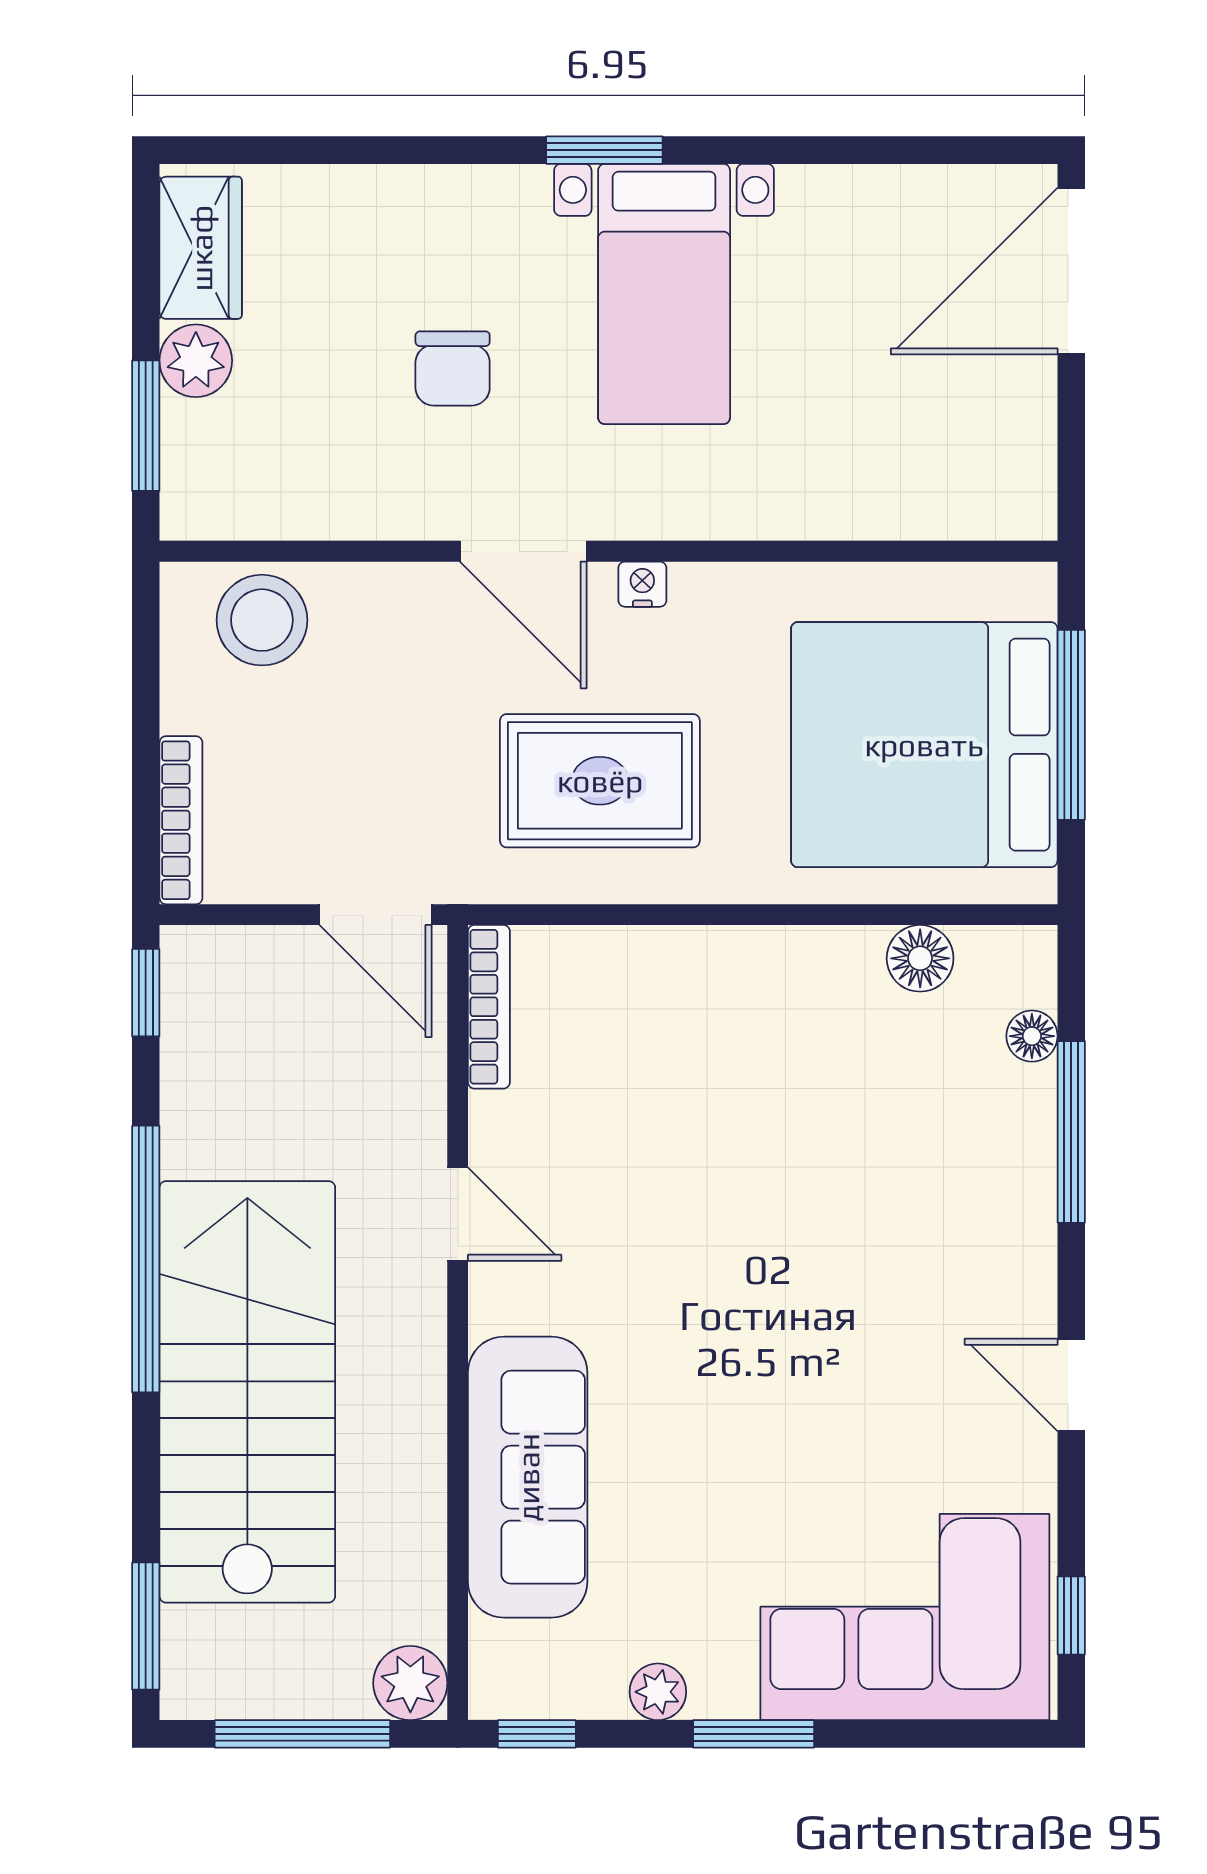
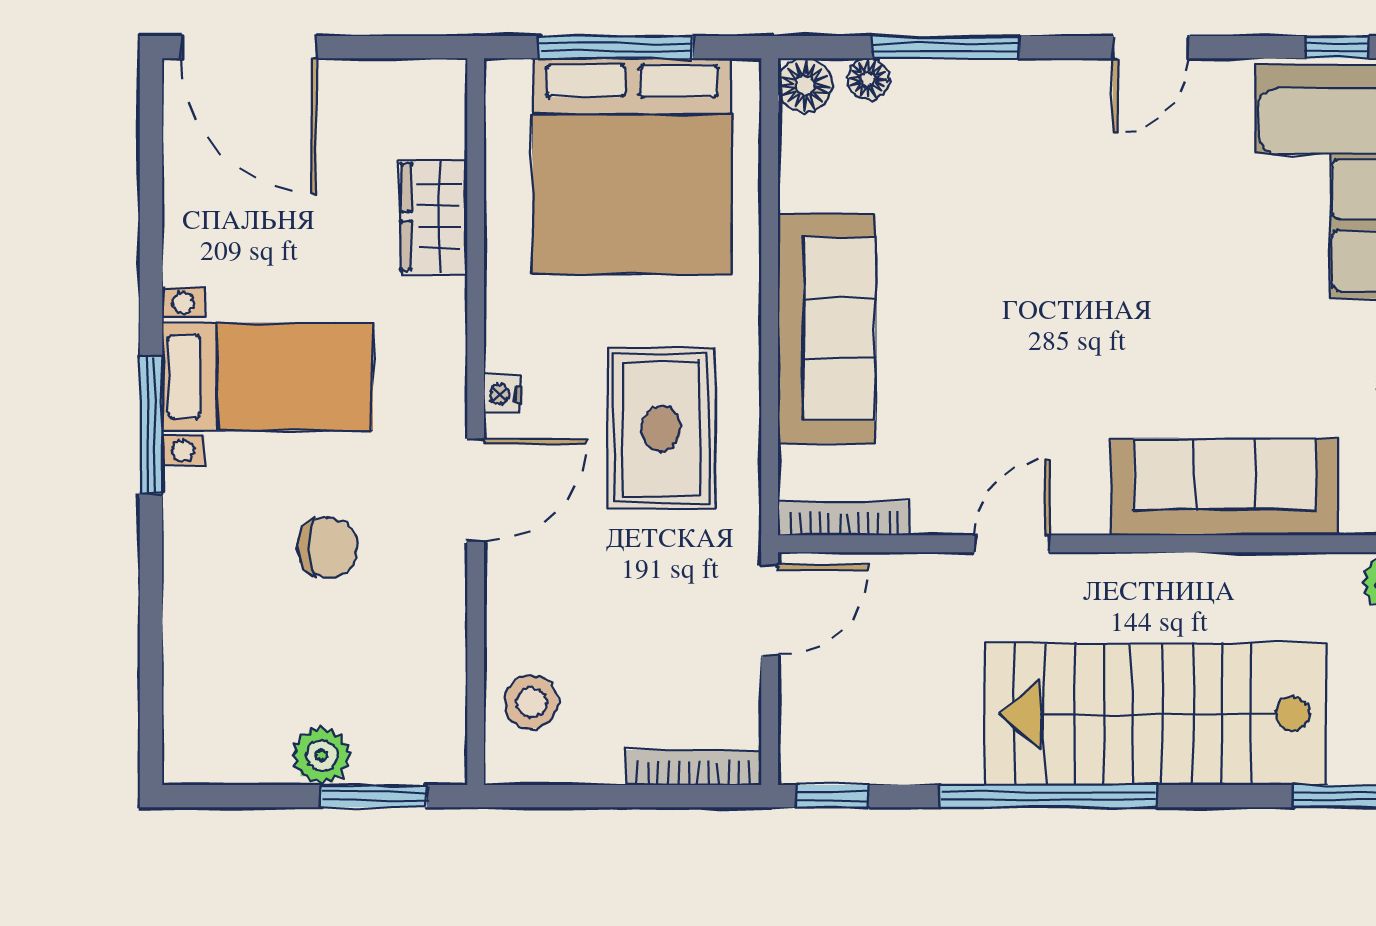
window: (604, 150) -> (151, 425), width x1.44
wardrobe: (201, 248) -> (434, 216), moved, turned -90
stool: (262, 620) -> (531, 702), width x0.73, depth x0.73
floor lamp: (920, 958) -> (805, 85), moved
sofa: (723, 985) -> (827, 329), added

